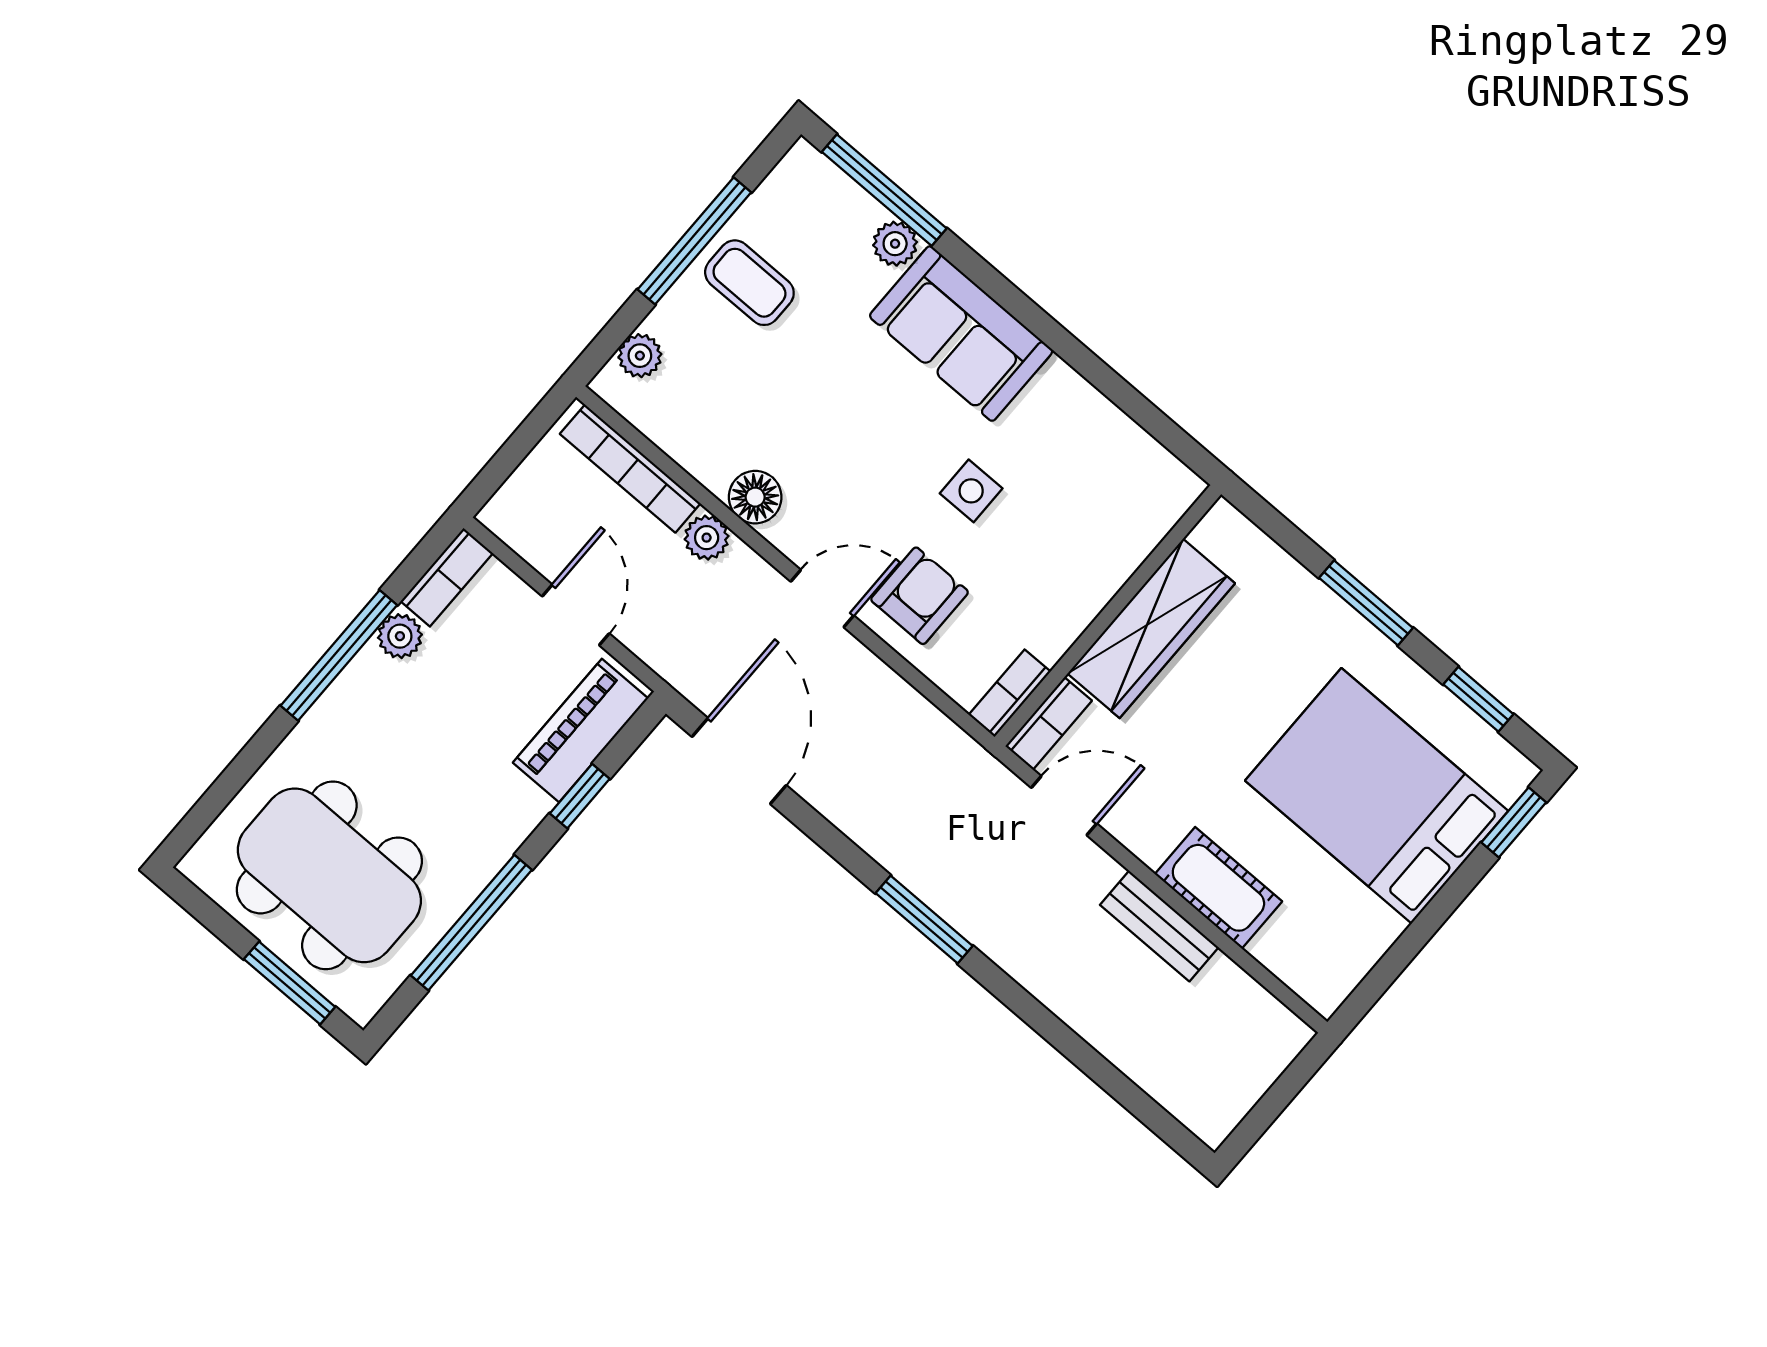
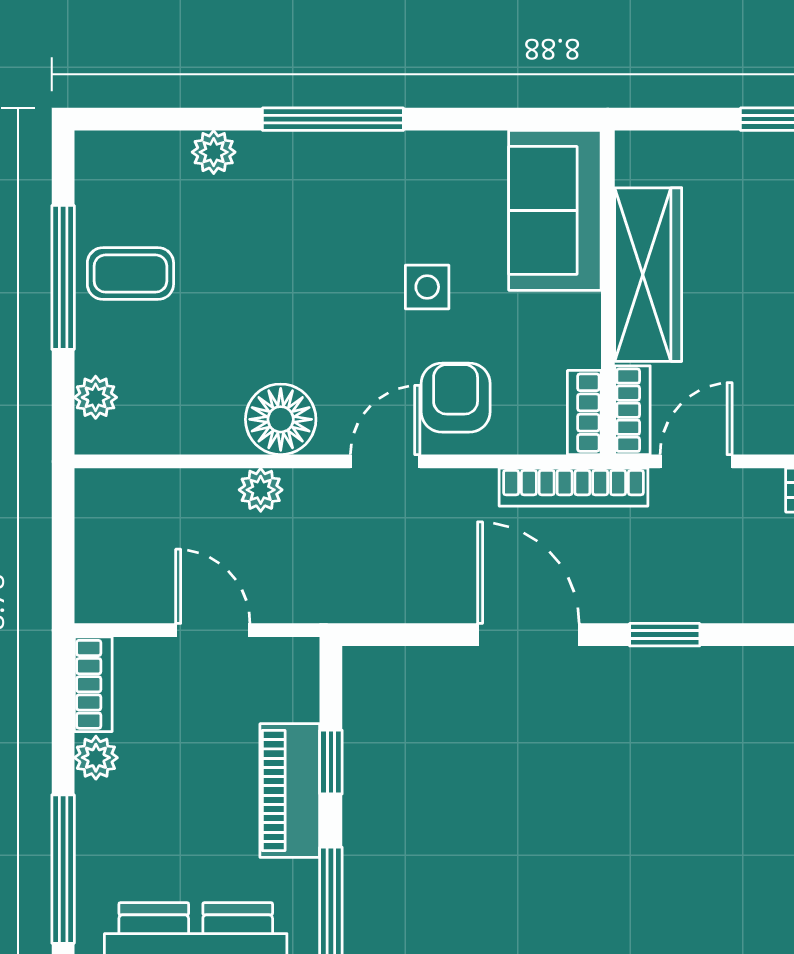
window: (884, 190) -> (333, 119), moved
sofa: (961, 333) -> (555, 210), moved, turned 90
bookcase: (630, 469) -> (573, 487), moved
floor lamp: (755, 497) -> (281, 419), width x1.38, depth x1.38
window: (339, 655) -> (63, 869), moved
piano: (581, 730) -> (290, 791), moved
door: (739, 761) -> (528, 635), moved
window: (924, 920) -> (665, 635), width x0.67

